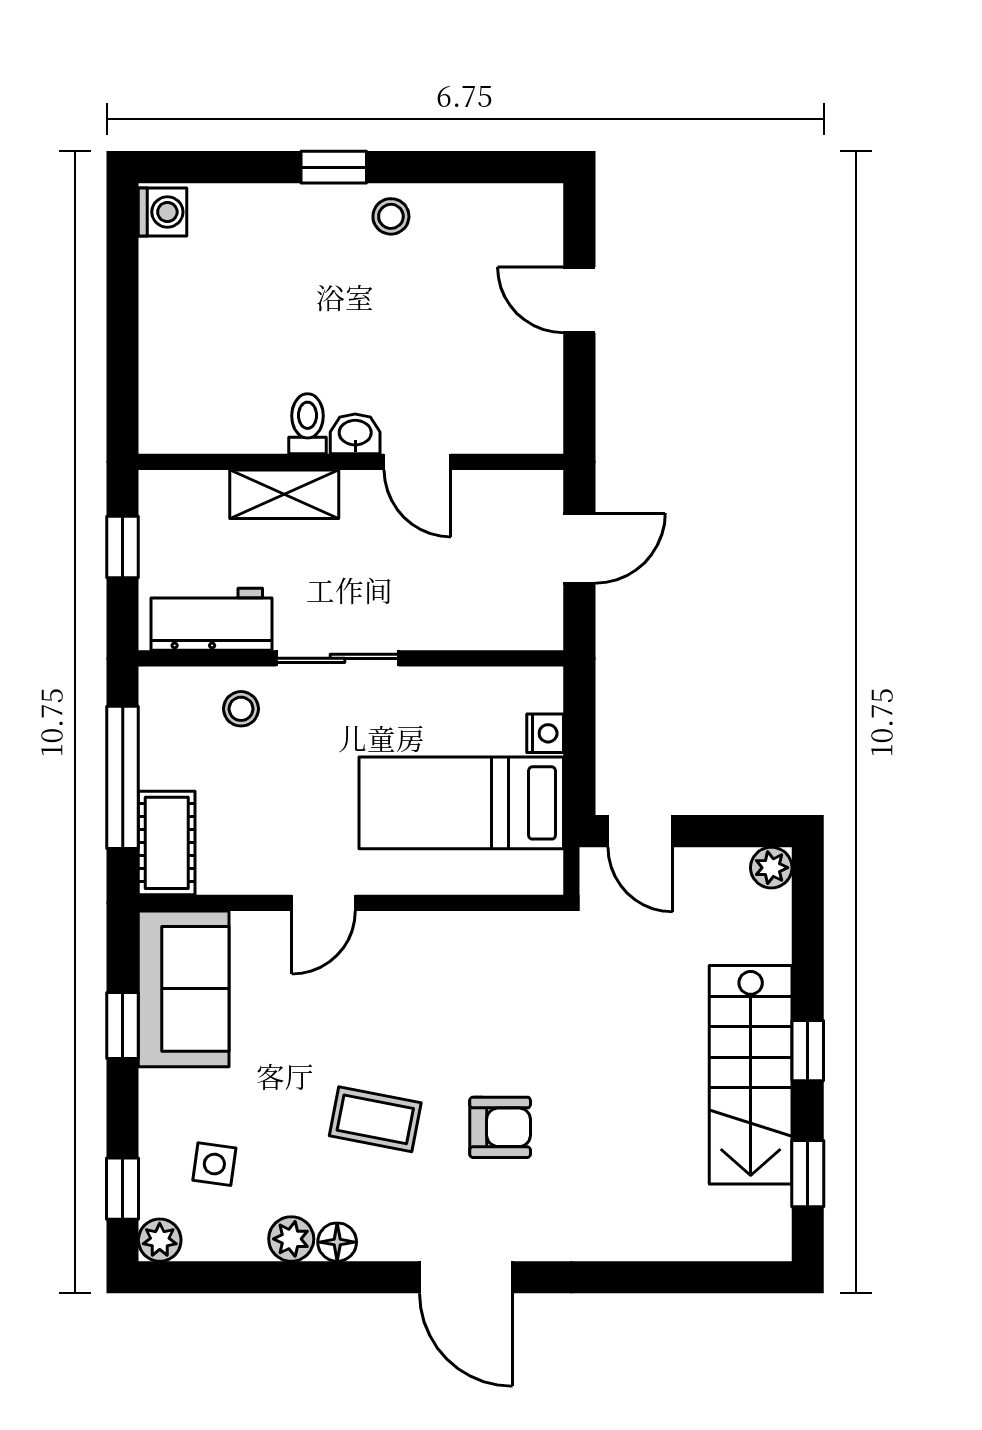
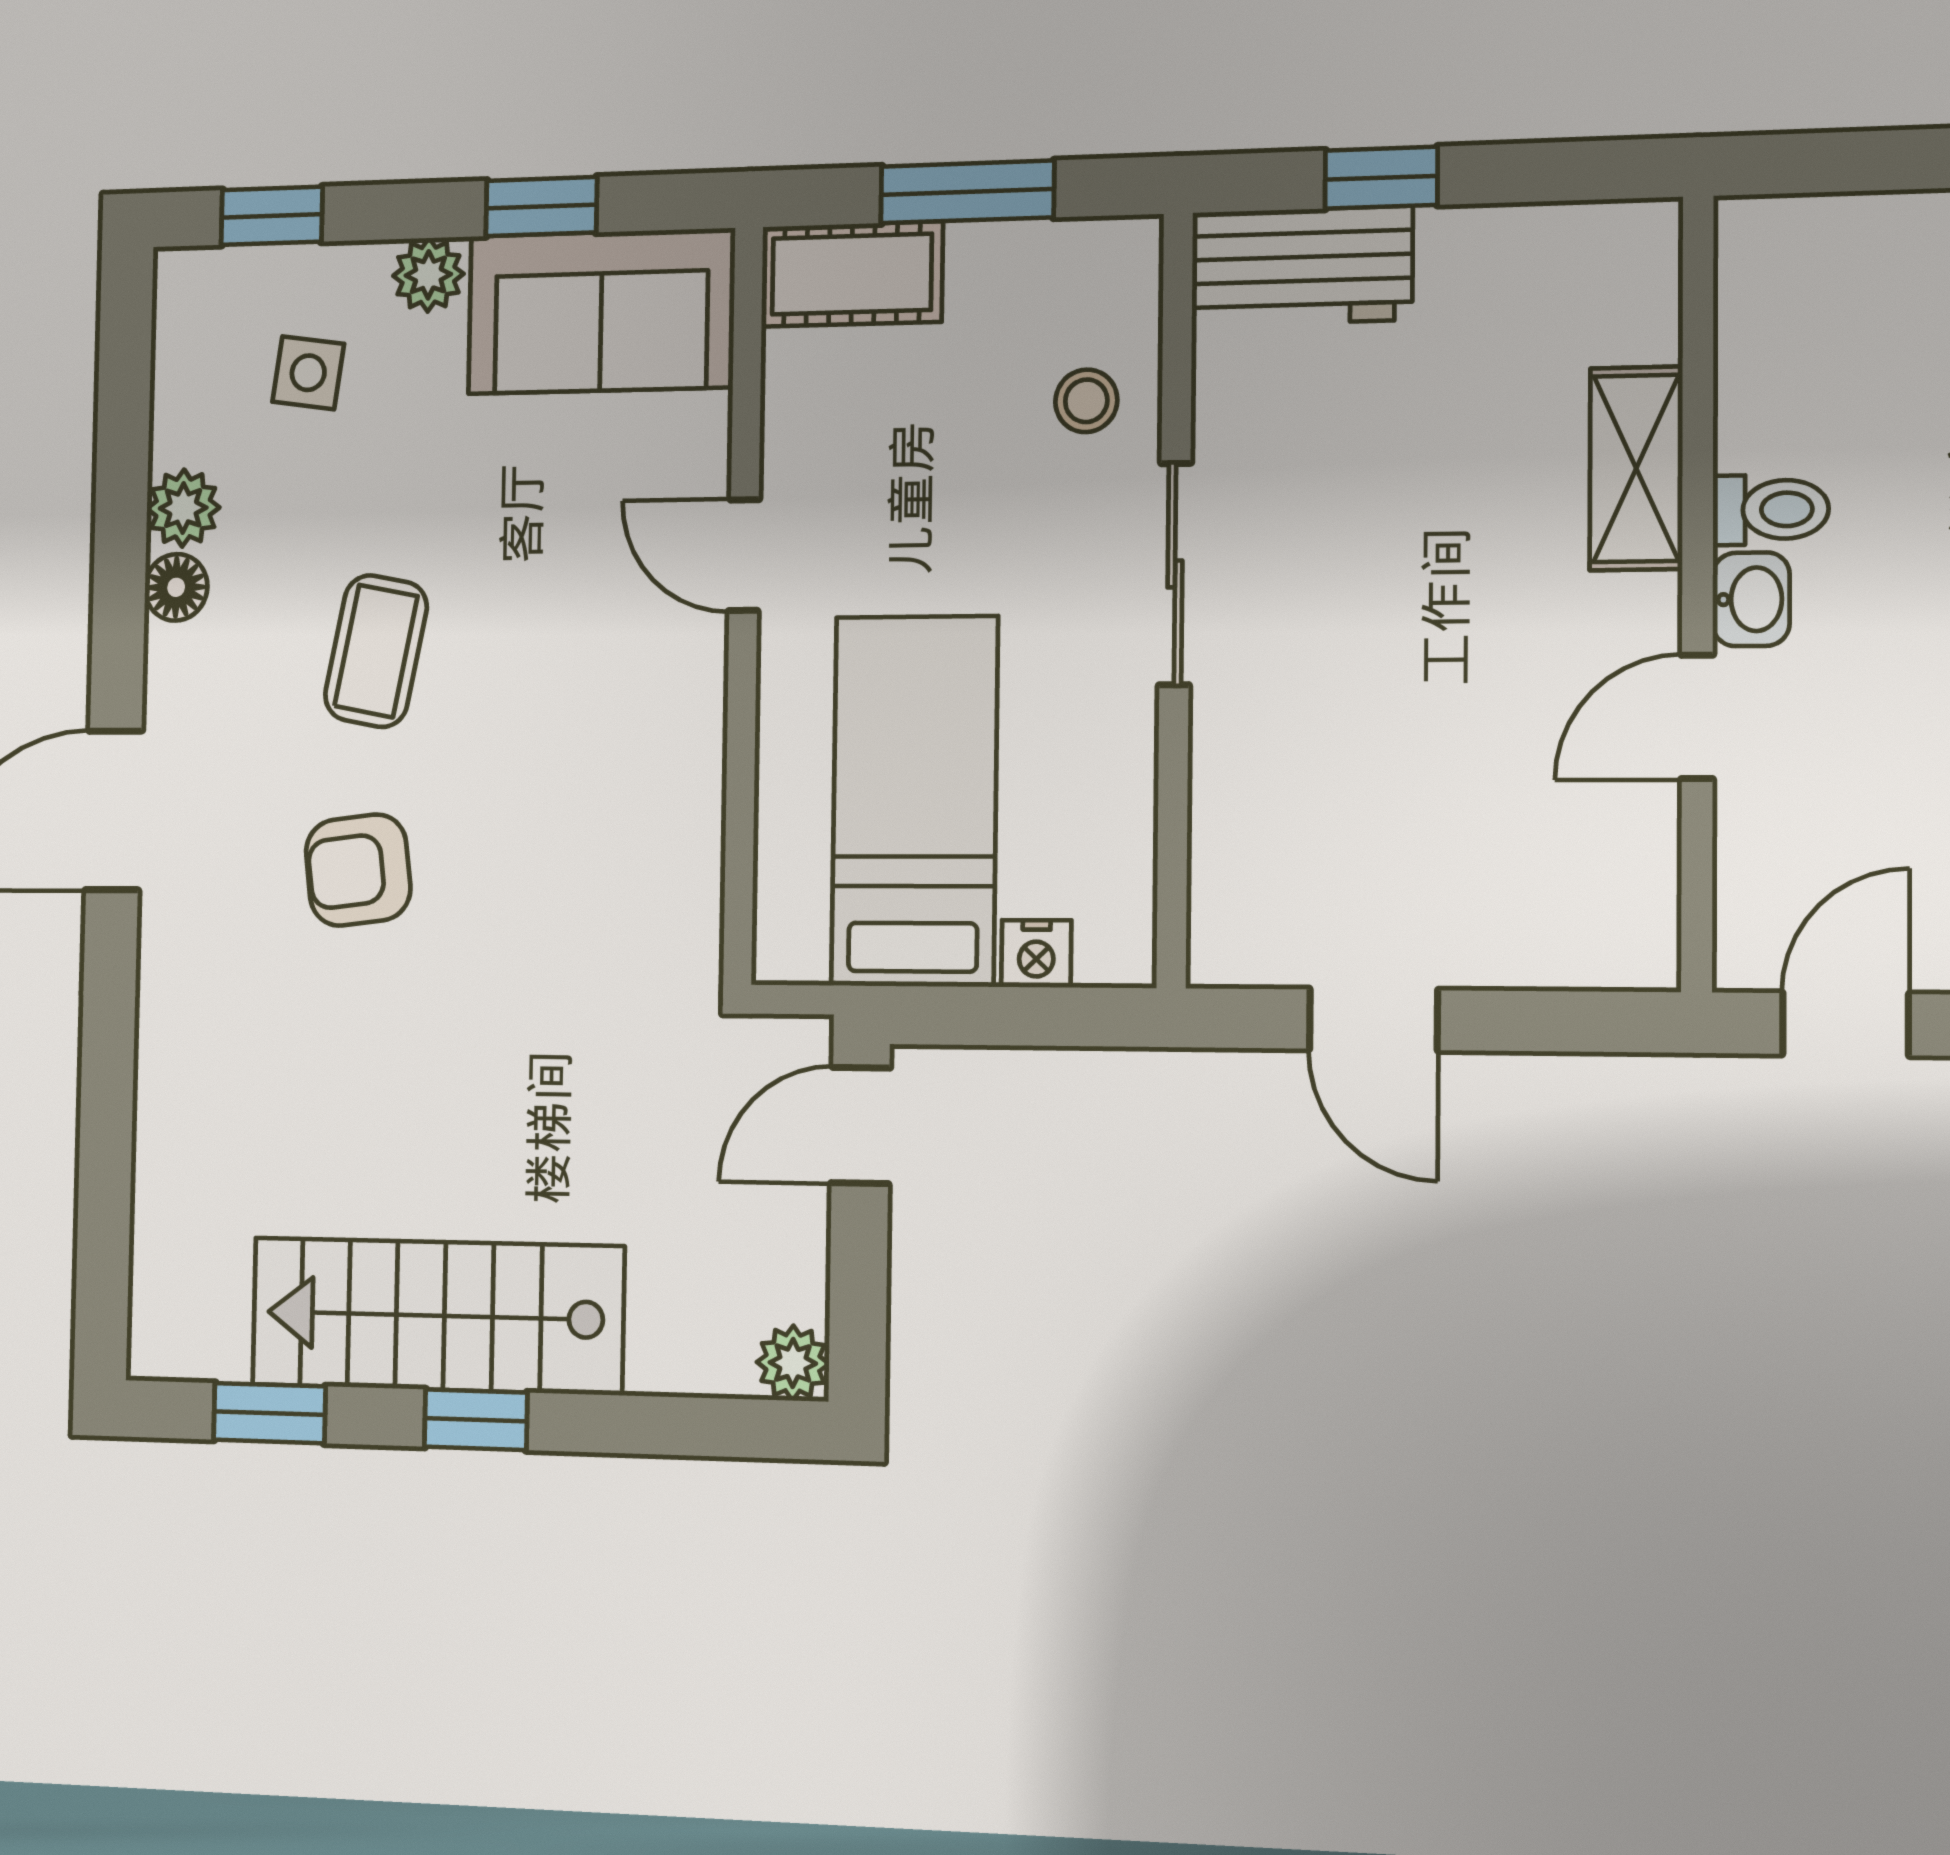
toilet: (308, 424) -> (1771, 510), moved
washbasin: (355, 434) -> (1751, 599), moved
wall: (351, 462) -> (1697, 592), moved
door: (417, 462) -> (1697, 717), moved
shelving: (284, 494) -> (1636, 468), moved
workbench: (211, 619) -> (1302, 266), moved, turned 90
window: (123, 777) -> (967, 192), width x0.69
armchair: (500, 1127) -> (358, 870), turned 83
plant: (160, 1240) -> (428, 275), moved

